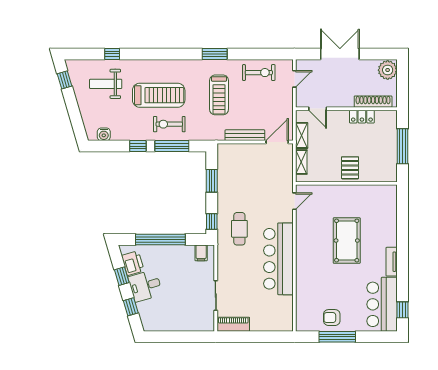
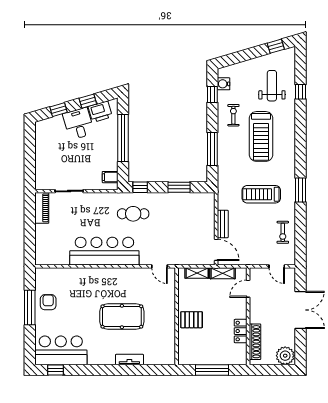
exercise bike: (259, 73) -> (283, 232), width x0.73, depth x0.72
exercise bike: (169, 124) -> (233, 115), moved, width x0.73, depth x0.72
bench: (245, 135) -> (223, 224), width x0.73
window: (138, 146) -> (212, 94), moved
tv unit: (392, 262) -> (129, 360), moved

